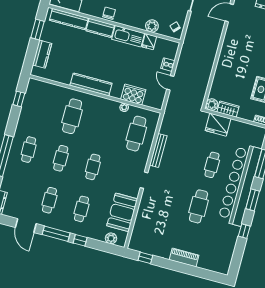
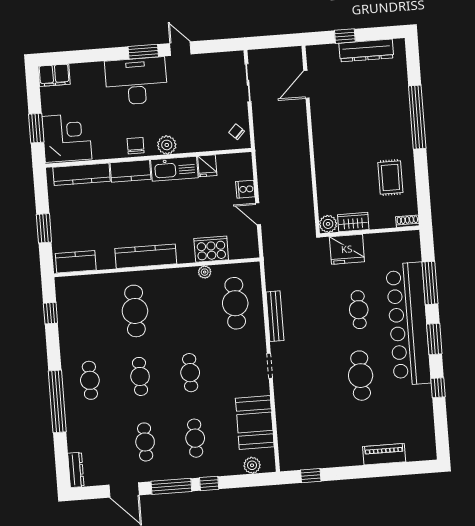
plant: (152, 26) -> (167, 145), moved
window: (38, 30) -> (44, 228), moved
kitchen counter: (42, 54) -> (76, 262), moved, turned -90
piano: (184, 257) -> (384, 454), moved

